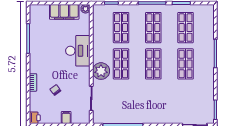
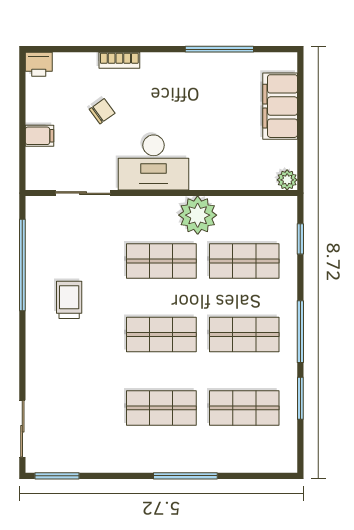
filing cabinet: (64, 12) -> (280, 106), moved
desk: (78, 51) -> (154, 162), moved
plant: (101, 71) -> (198, 215), moved
trolley: (138, 104) -> (69, 300), added

